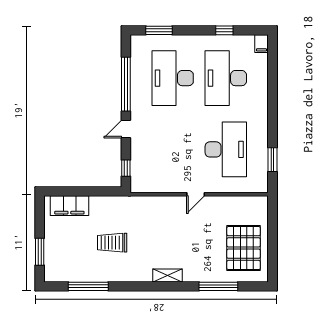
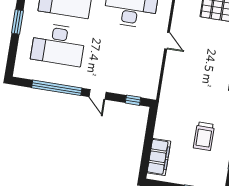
window: (159, 30) -> (17, 22), moved
trolley: (112, 243) -> (204, 136), moved

